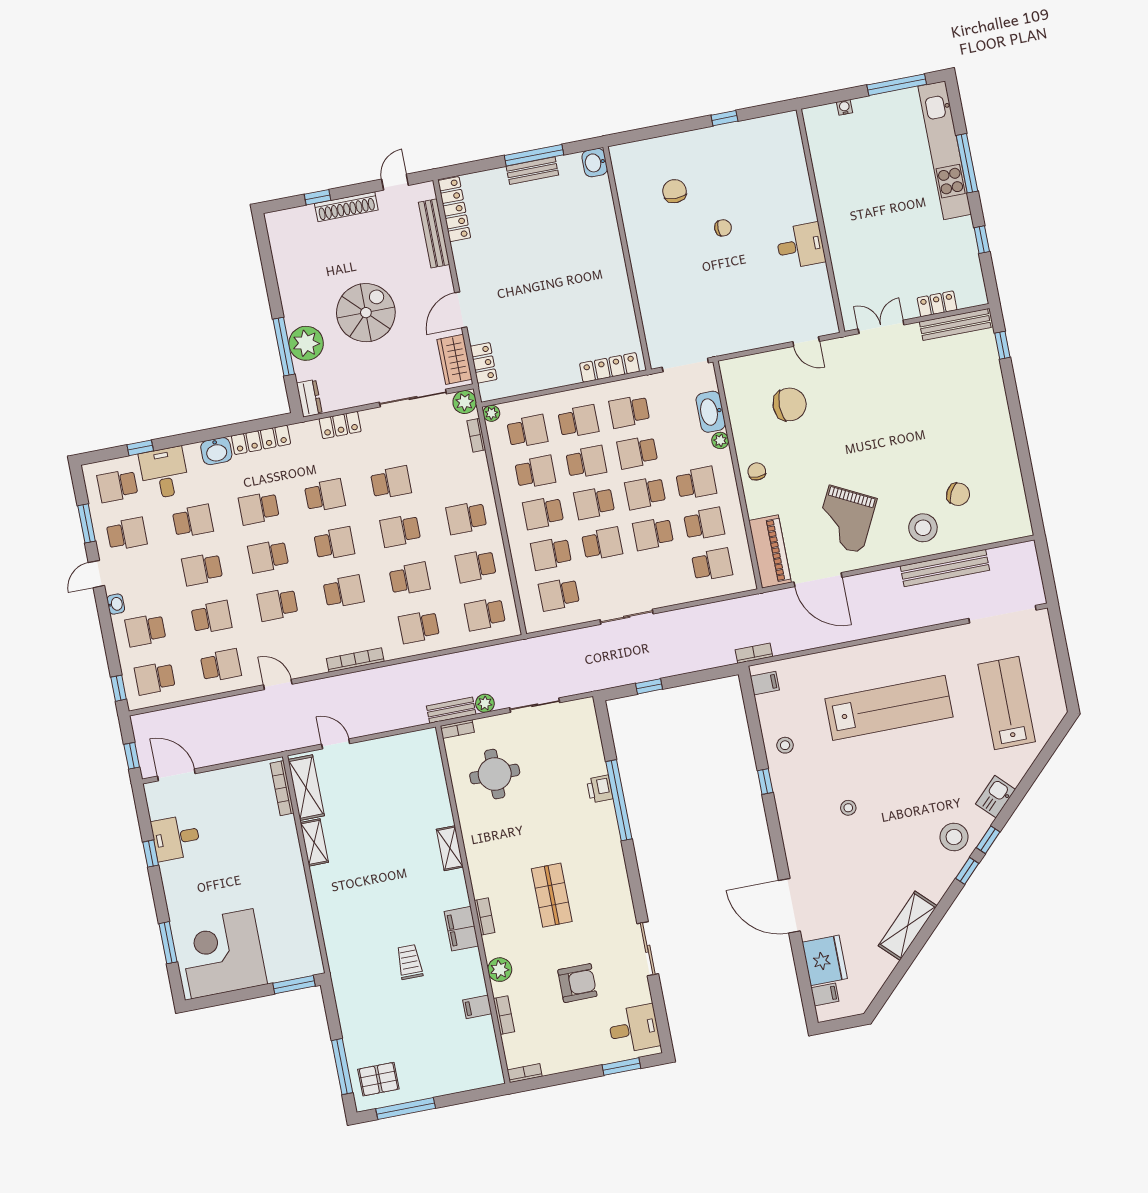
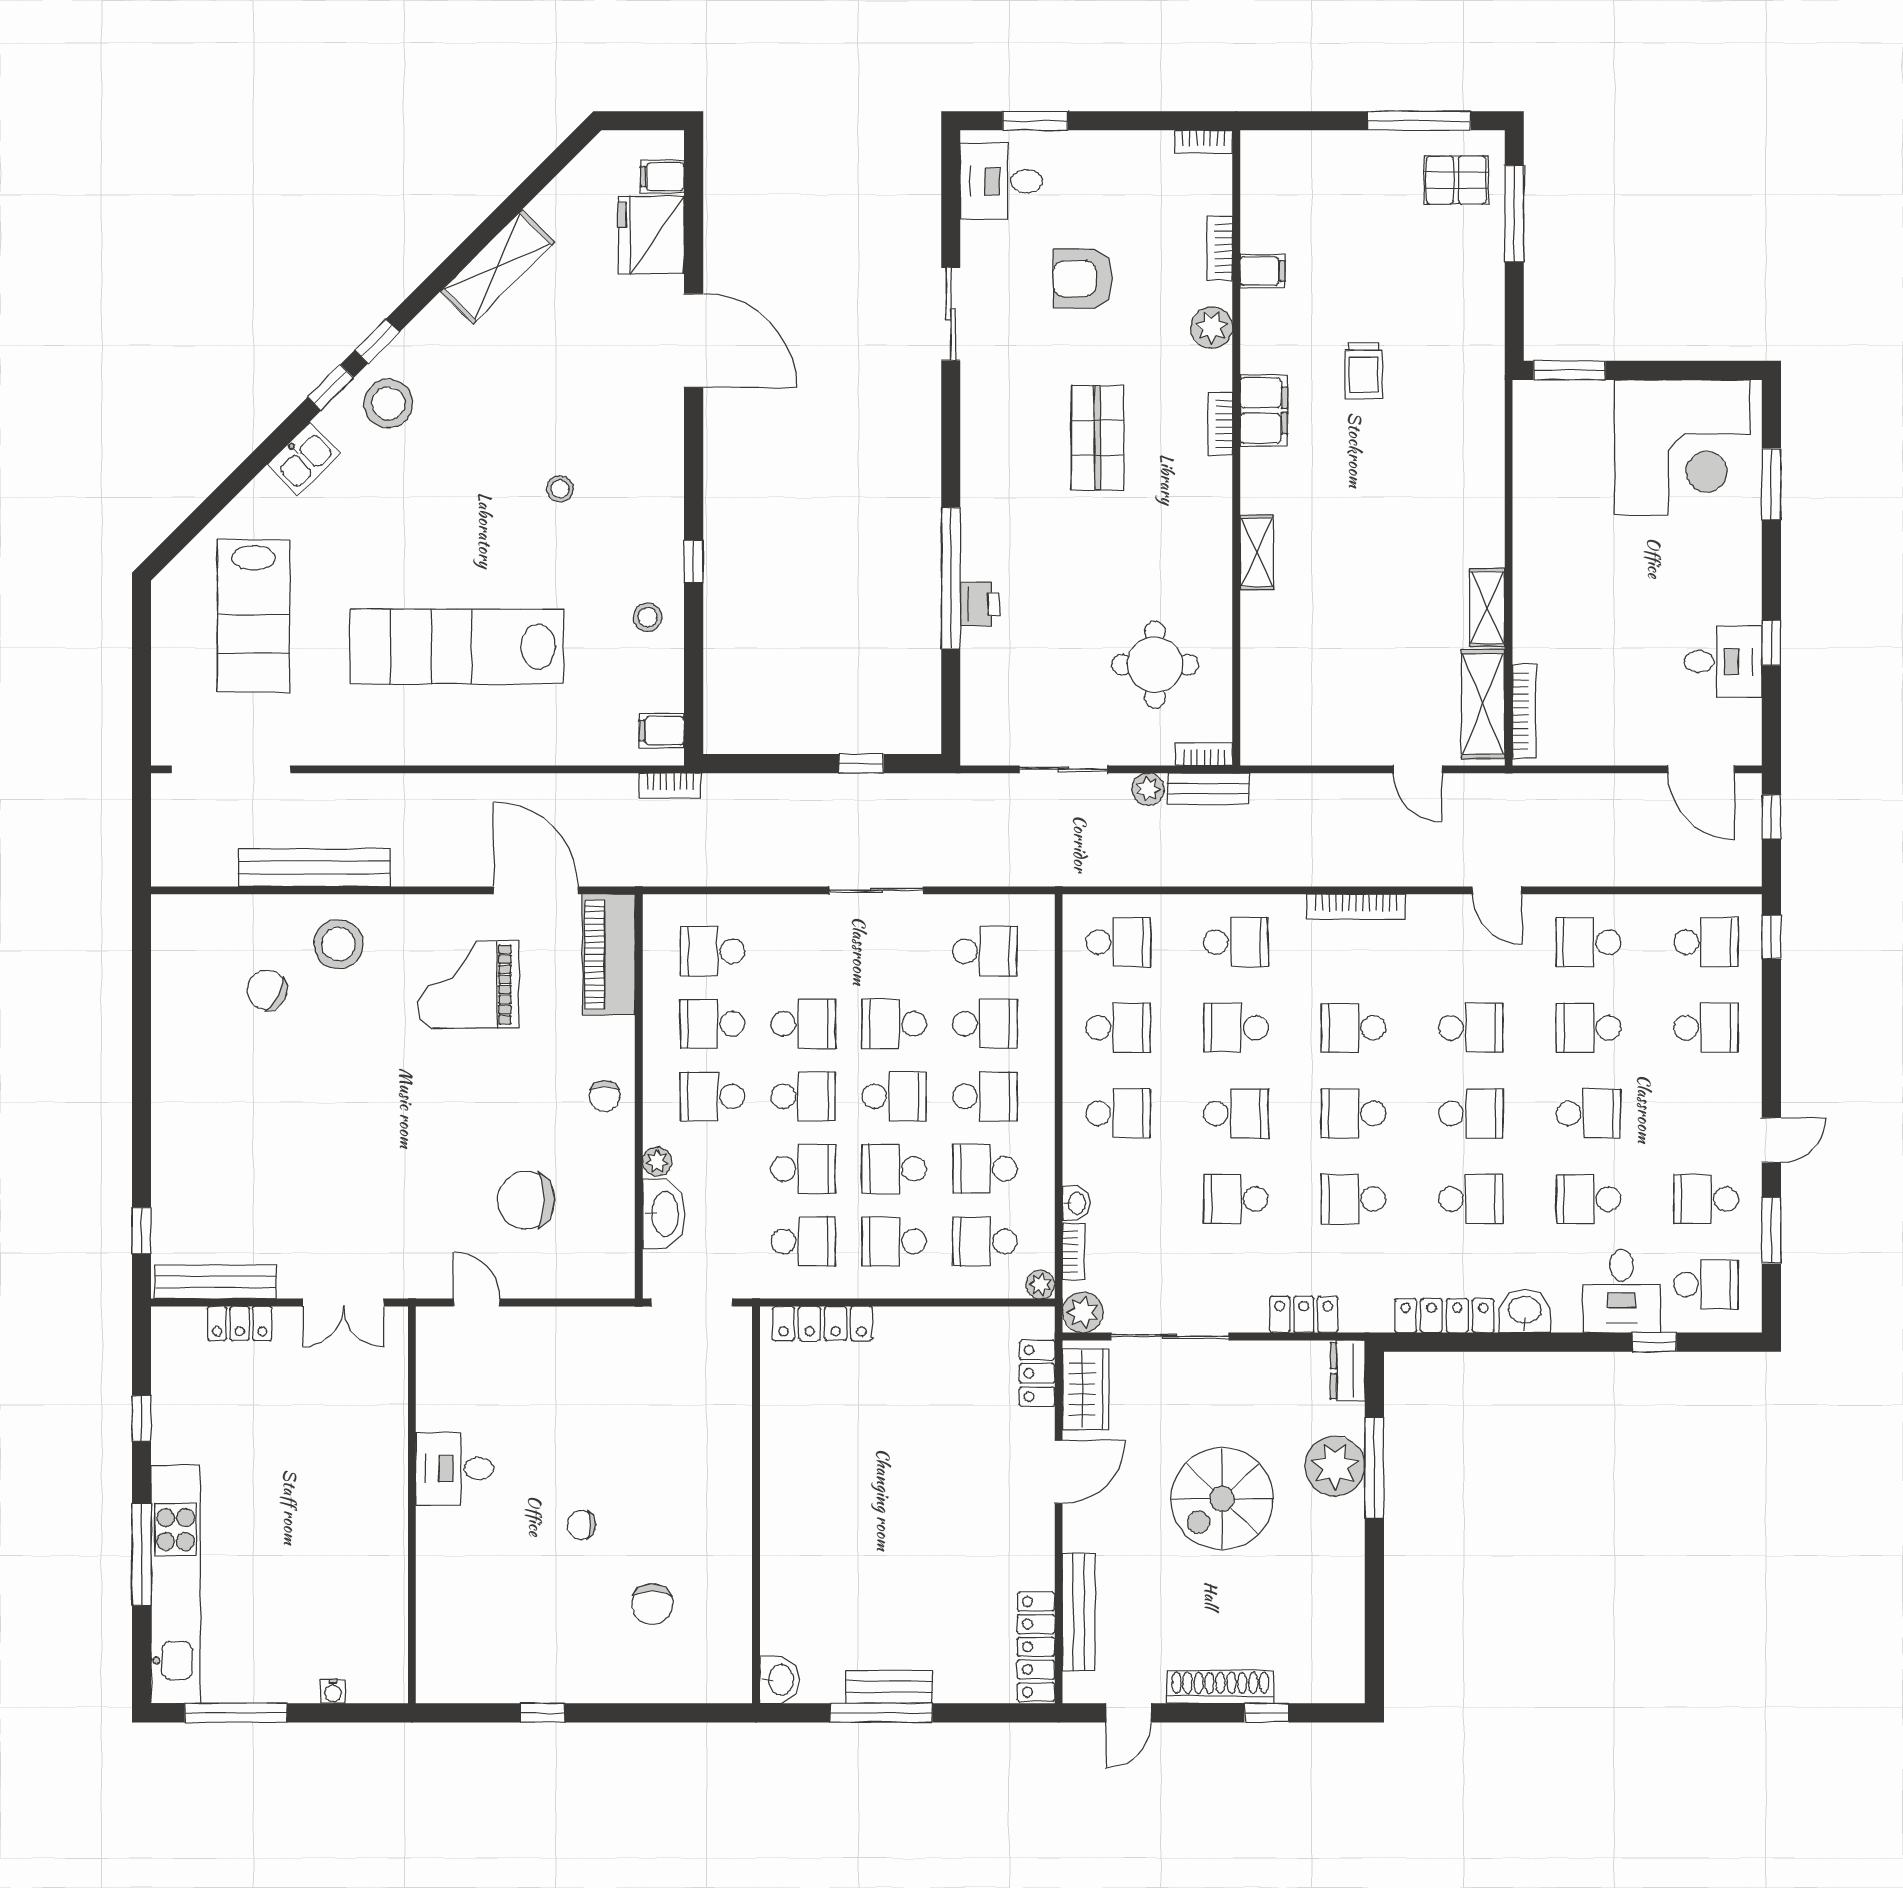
grand piano: (845, 519) -> (469, 984), turned -117
washbasin: (116, 604) -> (1076, 1203), moved, turned 180

